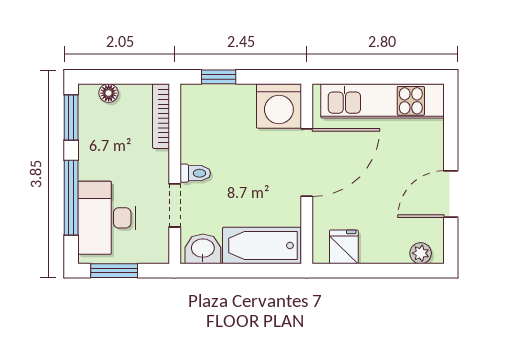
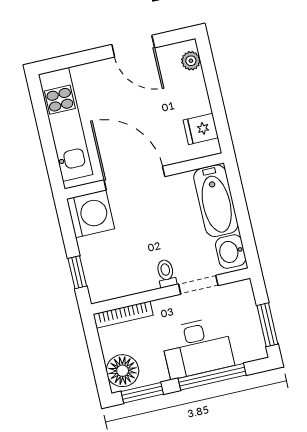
floor lamp: (109, 93) -> (123, 371), width x1.89, depth x1.89
desk: (107, 218) -> (197, 348), moved

